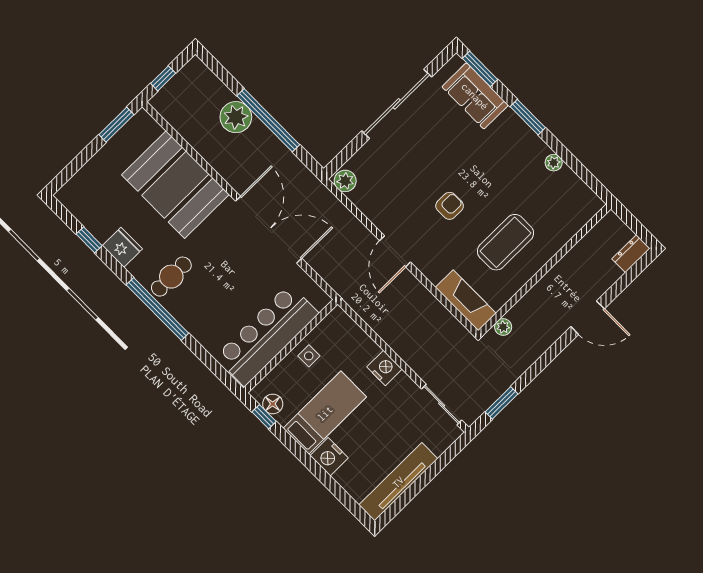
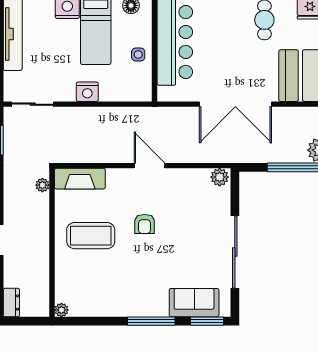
window: (528, 117) -> (151, 321), width x1.44
plant: (554, 163) -> (61, 310), moved
coffee table: (505, 242) -> (91, 236), turned 90

